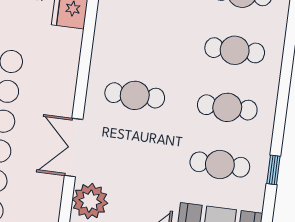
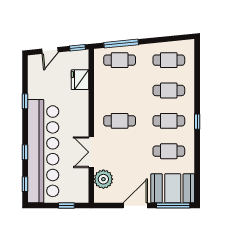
window: (273, 170) -> (197, 122), moved

